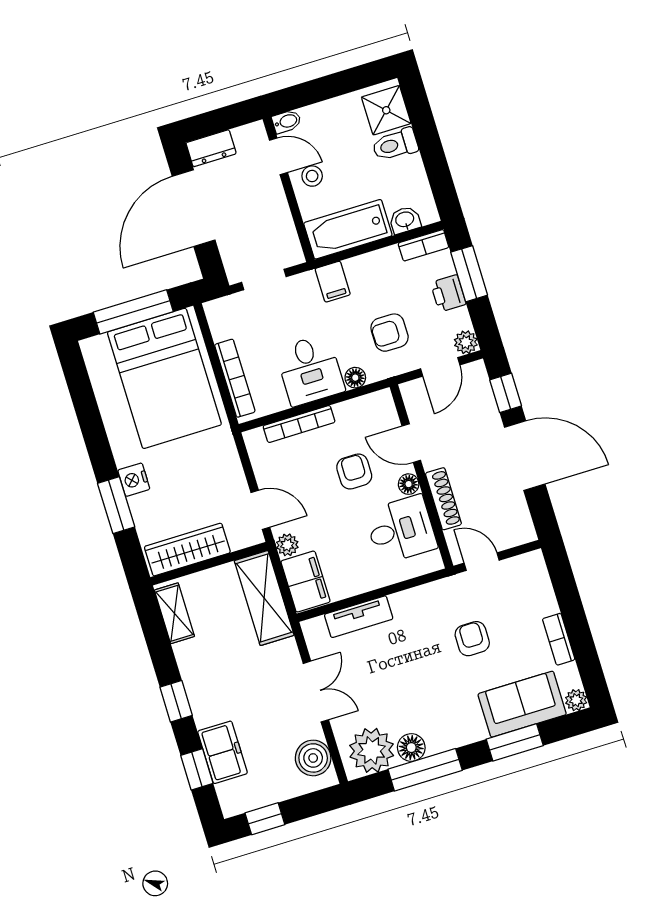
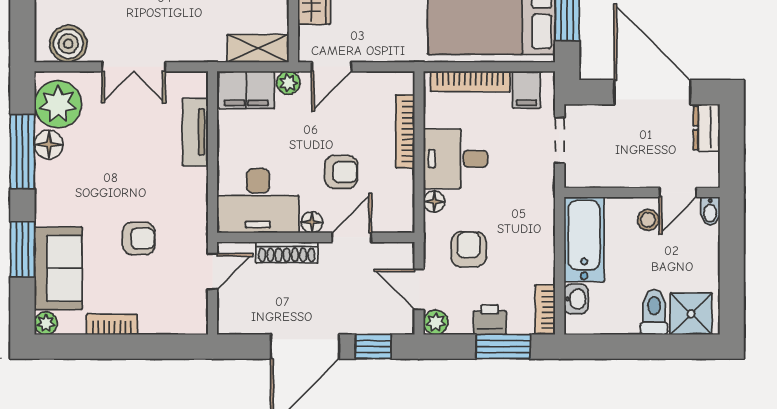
filing cabinet: (333, 282) -> (526, 90), moved, turned -90
desk: (401, 530) -> (258, 201), width x1.37
shelving: (264, 598) -> (258, 48), width x0.67, depth x0.75

